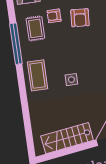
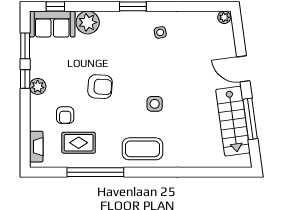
armchair: (80, 18) -> (100, 87), moved
window: (70, 150) -> (250, 119), added

